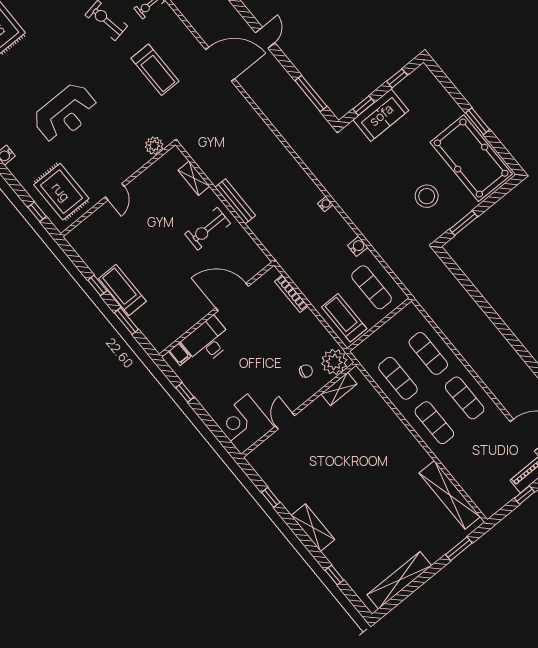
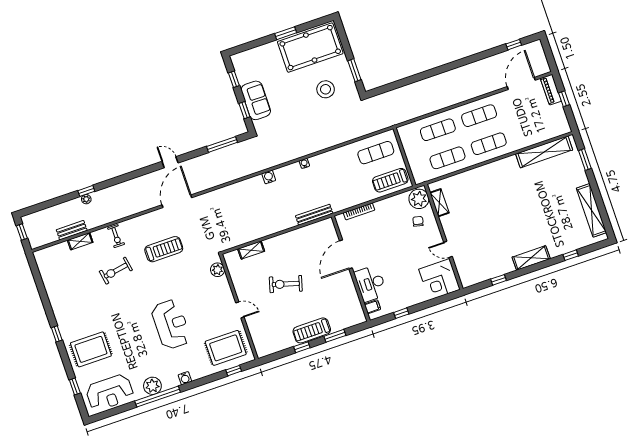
bench: (235, 201) -> (314, 215), moved
exercise bike: (208, 229) -> (286, 284), moved, turned 106
water cooler: (358, 246) -> (269, 177), moved

